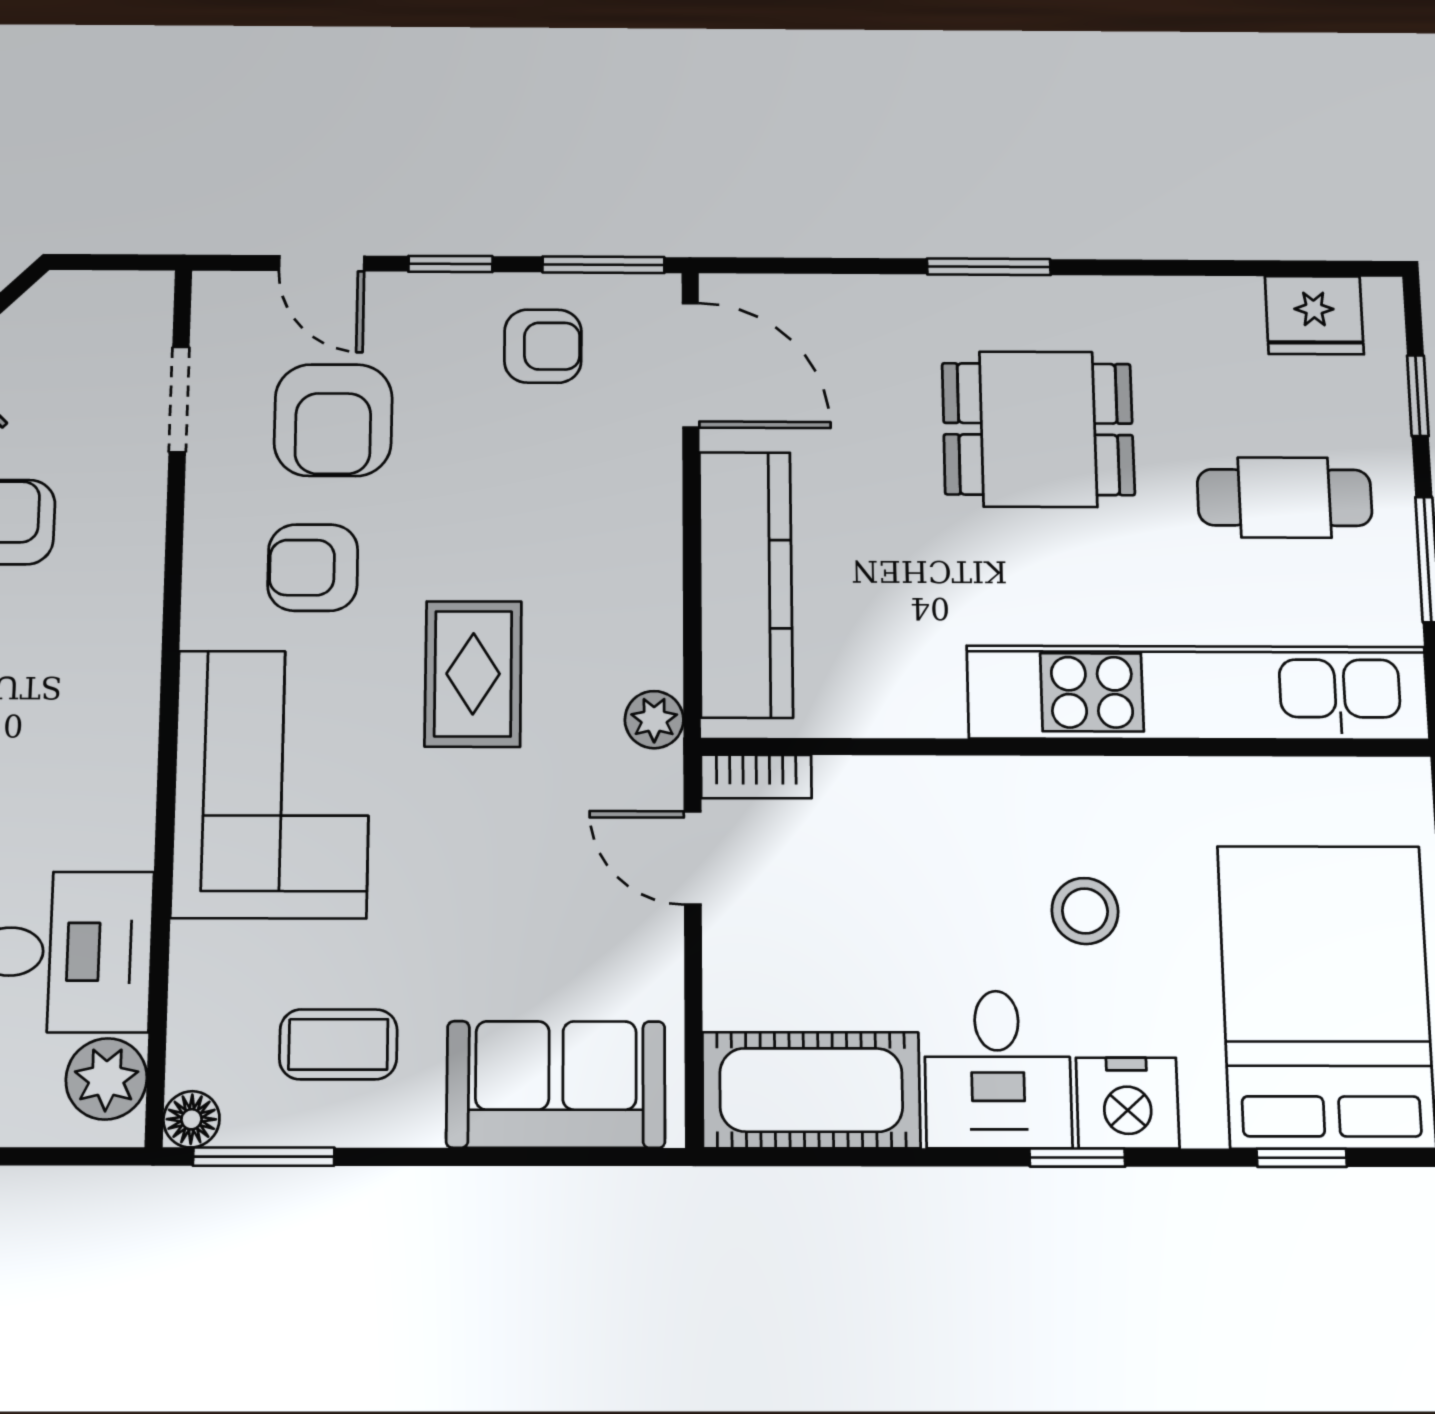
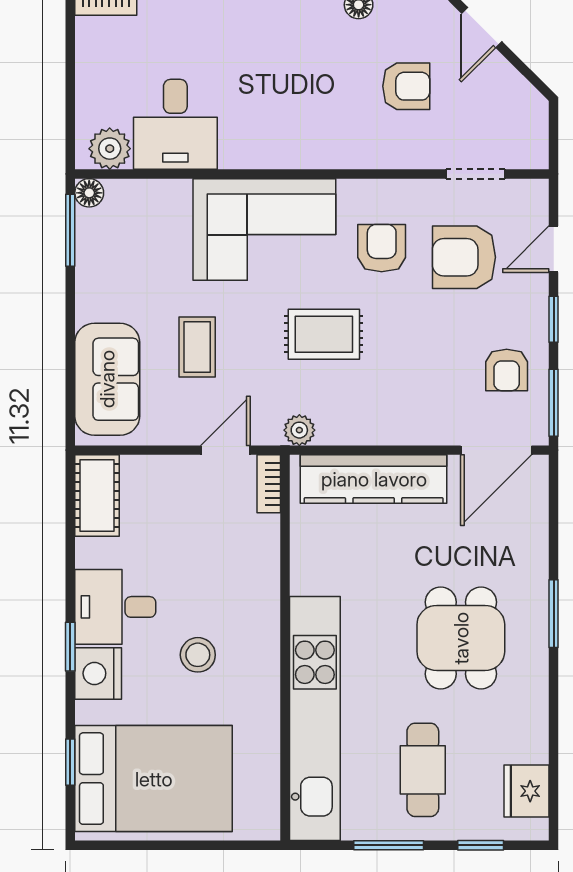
coffee table: (338, 1044) -> (197, 347), moved
cot: (811, 1090) -> (97, 496), width x0.73, depth x0.75

